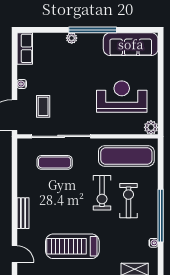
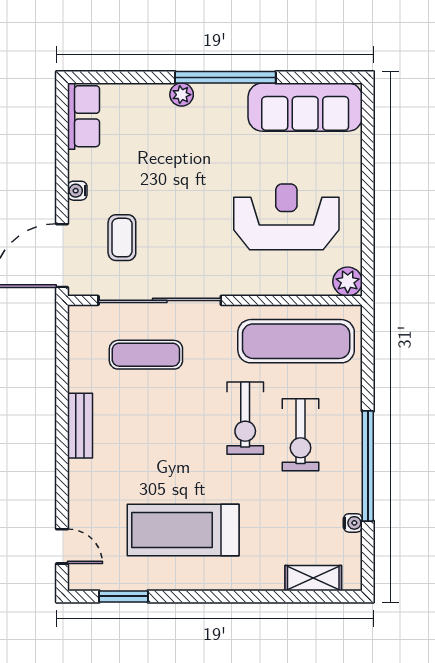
exercise bike: (128, 201) -> (301, 435), turned 180
bench: (23, 213) -> (80, 426), moved

